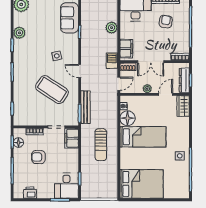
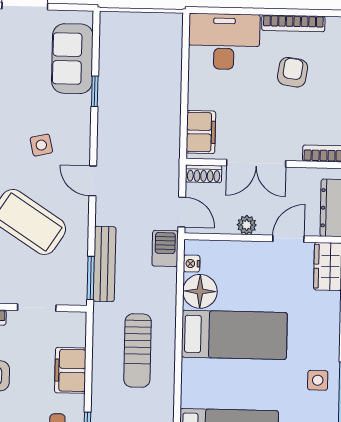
plant: (112, 28) -> (168, 83), removed
barbecue: (112, 61) -> (165, 248), moved
door: (119, 84) -> (182, 212), hinge flipped
filing cabinet: (72, 138) -> (70, 370), moved

